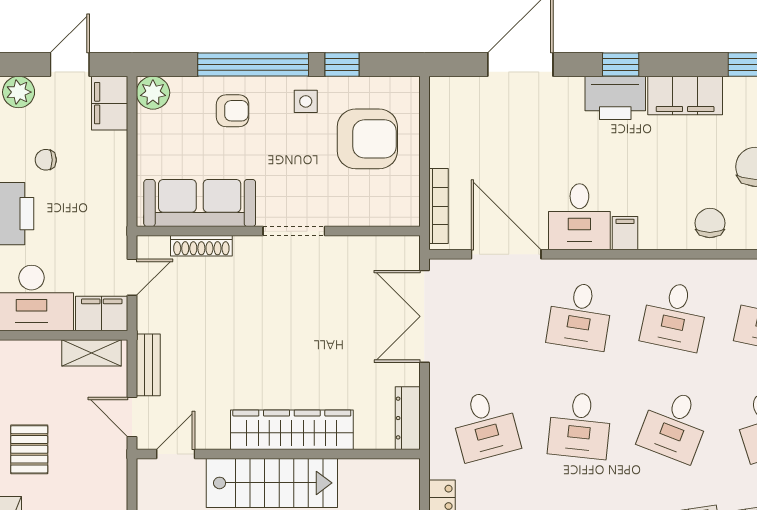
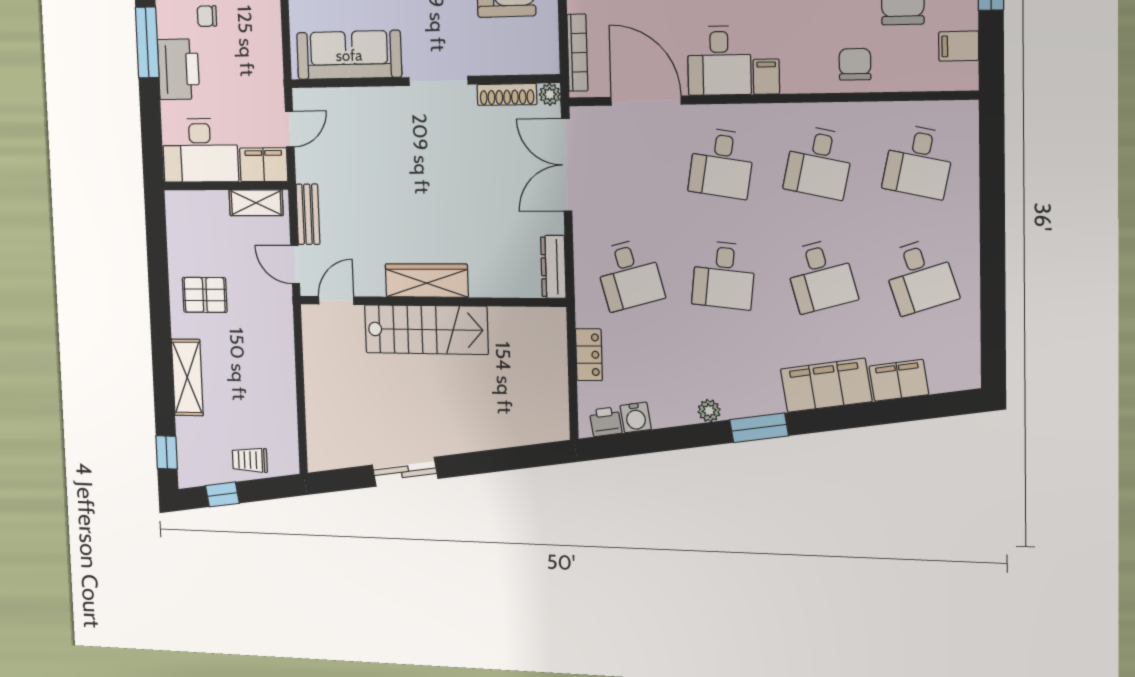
shoe rack: (201, 246) -> (507, 95), moved
plant: (409, 246) -> (550, 94), added
desk: (674, 425) -> (821, 276), turned -36
wardrobe: (292, 430) -> (427, 281), width x0.71, depth x0.85
pallet: (29, 449) -> (205, 295), turned 90

